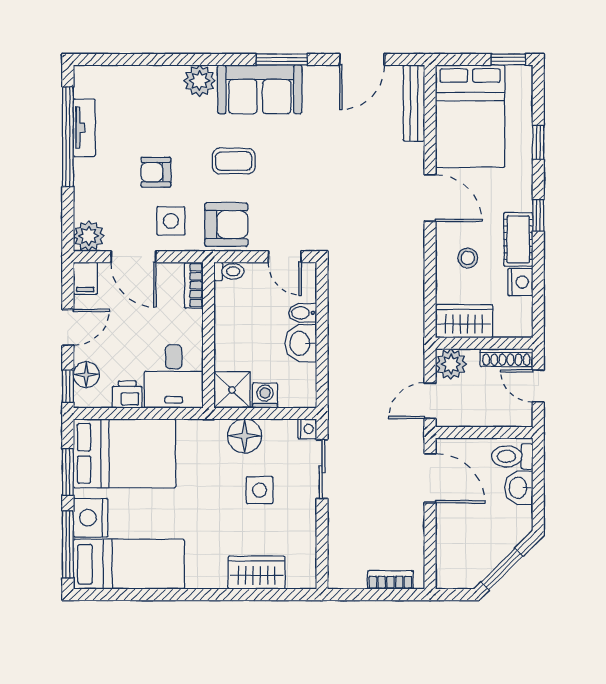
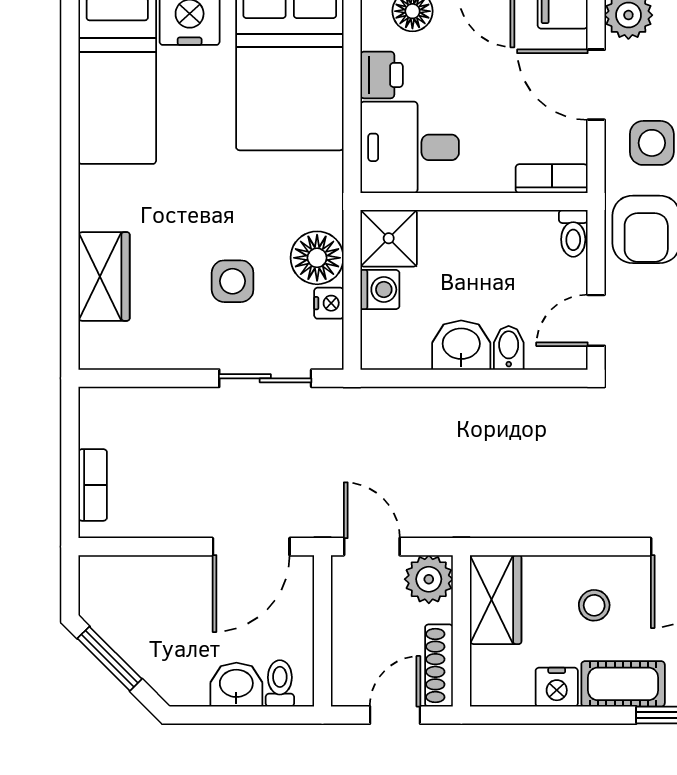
door: (133, 257) -> (596, 85), hinge flipped
nightstand: (307, 429) -> (329, 303), moved, turned -90
toilet: (512, 456) -> (280, 683), width x0.73, depth x0.72

